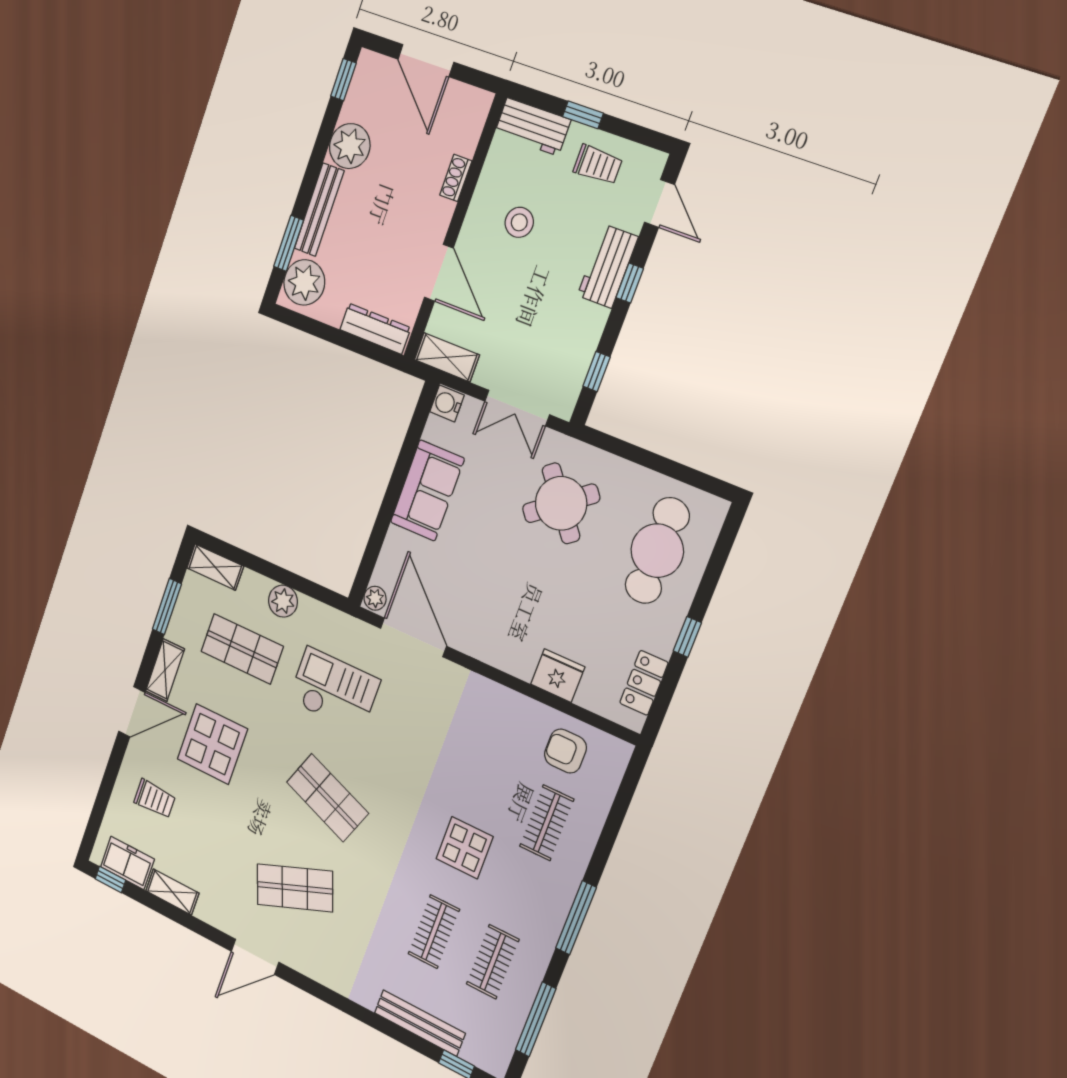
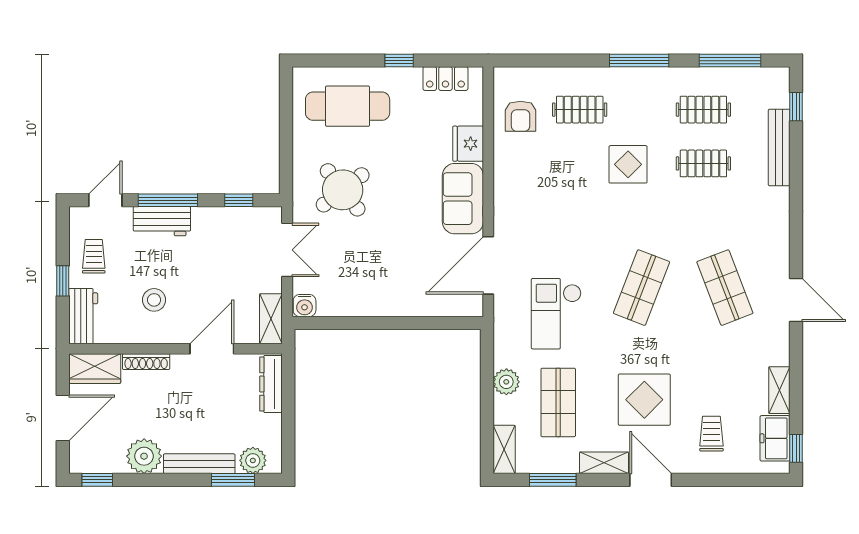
wardrobe: (467, 120) -> (95, 369), added
shoe rack: (456, 178) -> (146, 362), width x1.43
plant: (304, 282) -> (253, 460), width x0.73, depth x0.73
window: (630, 283) -> (168, 200), width x2.17
sofa: (427, 490) -> (463, 199), moved, turned -90
plant: (375, 598) -> (472, 307), removed

